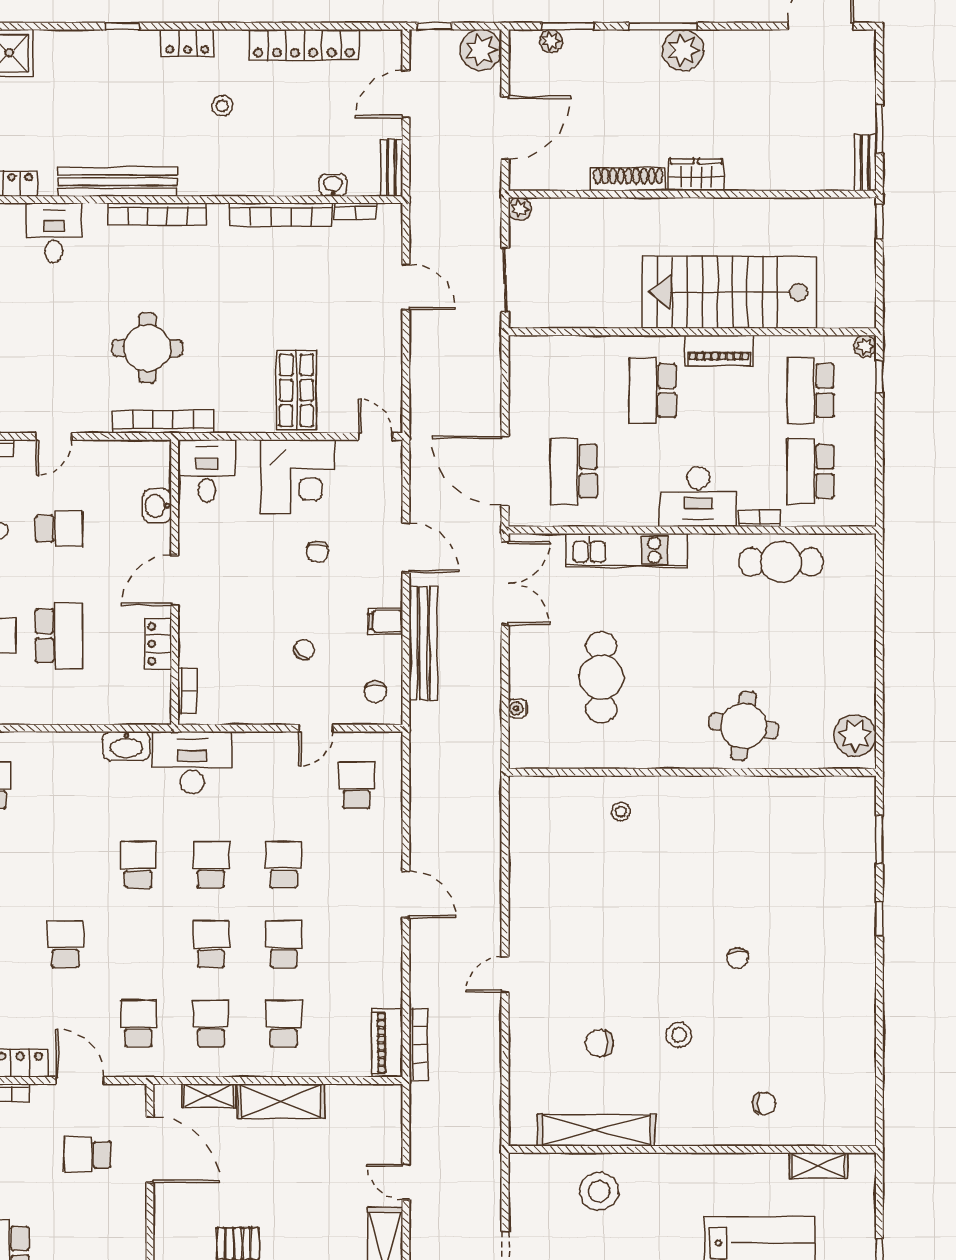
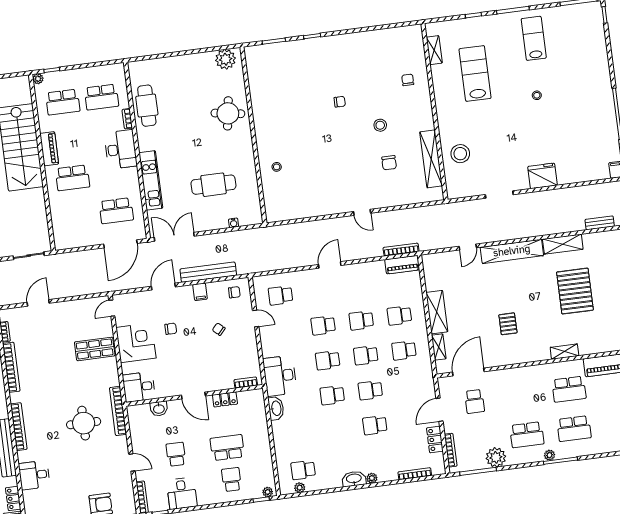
school desk: (138, 1024) -> (370, 390), moved

